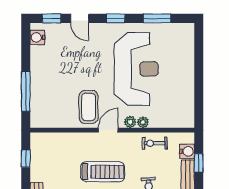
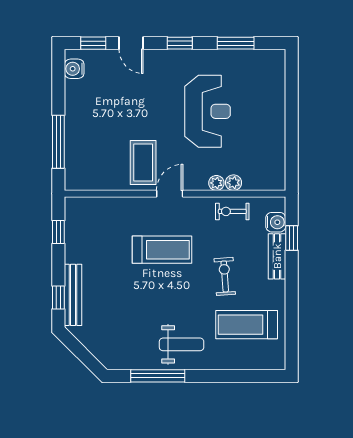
reception desk: (136, 69) -> (208, 111), width x0.74, depth x0.77
plant: (130, 122) -> (234, 183), moved

